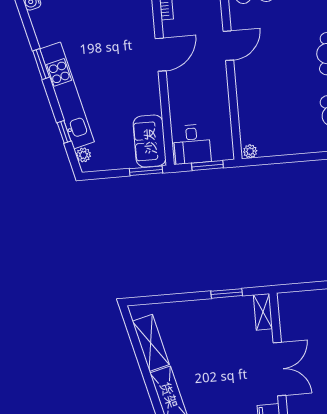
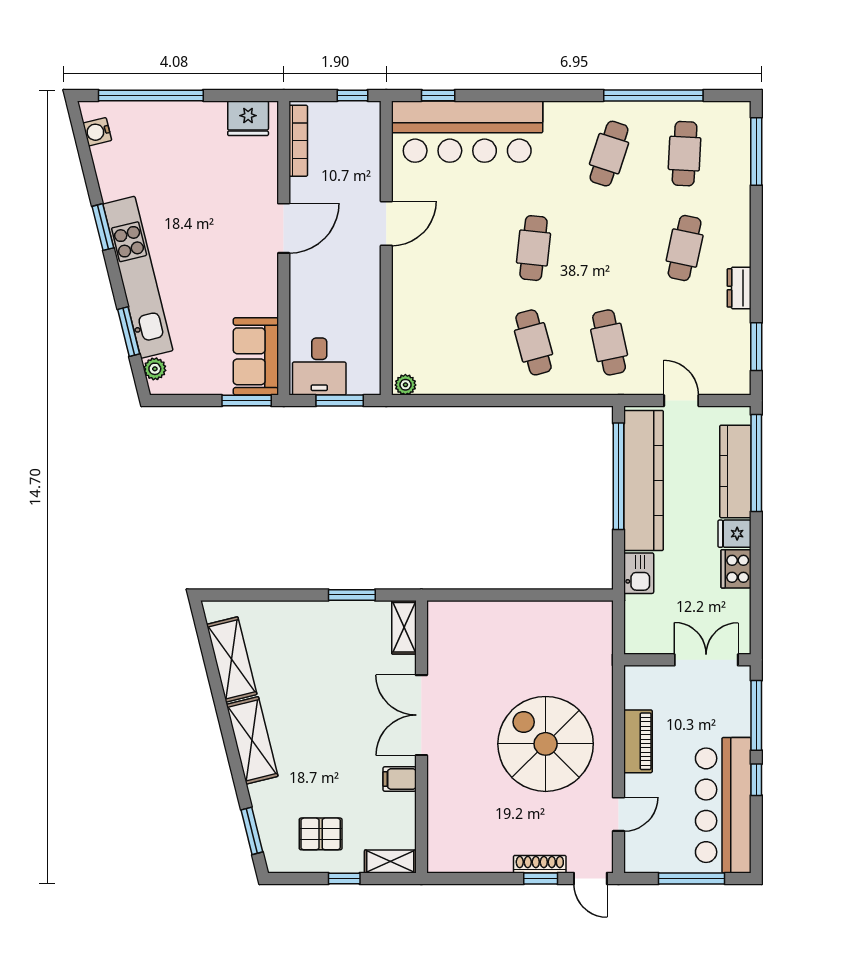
window: (64, 132) -> (129, 332), width x1.50
double door: (279, 369) -> (421, 715), swing flipped

